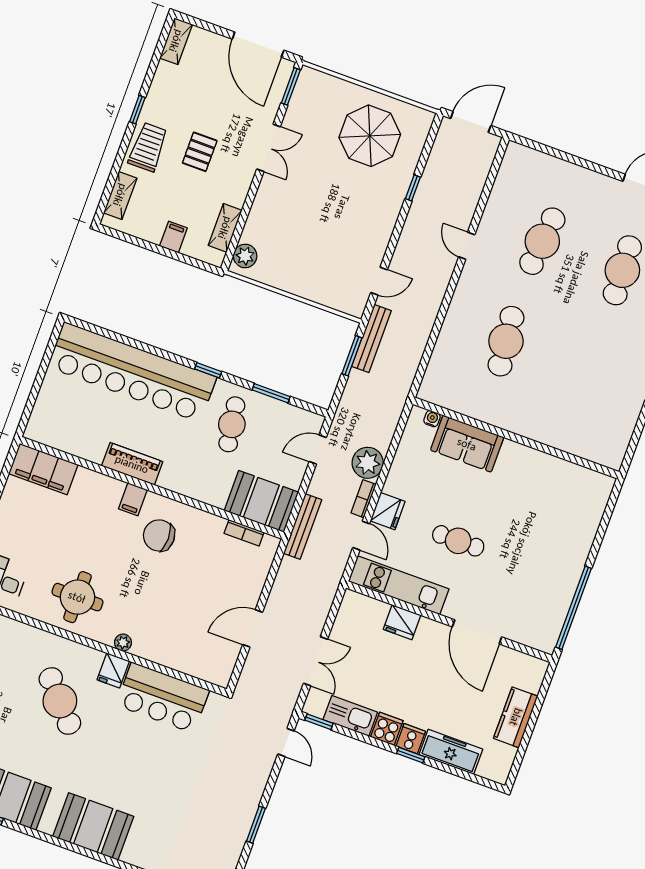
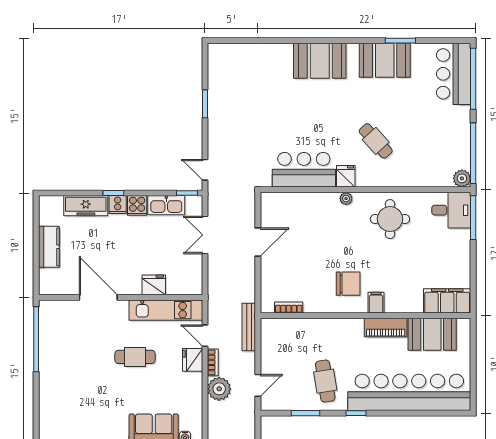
booth: (261, 501) -> (432, 334), moved
cafe table: (60, 701) -> (376, 141), width x0.73, depth x0.74

